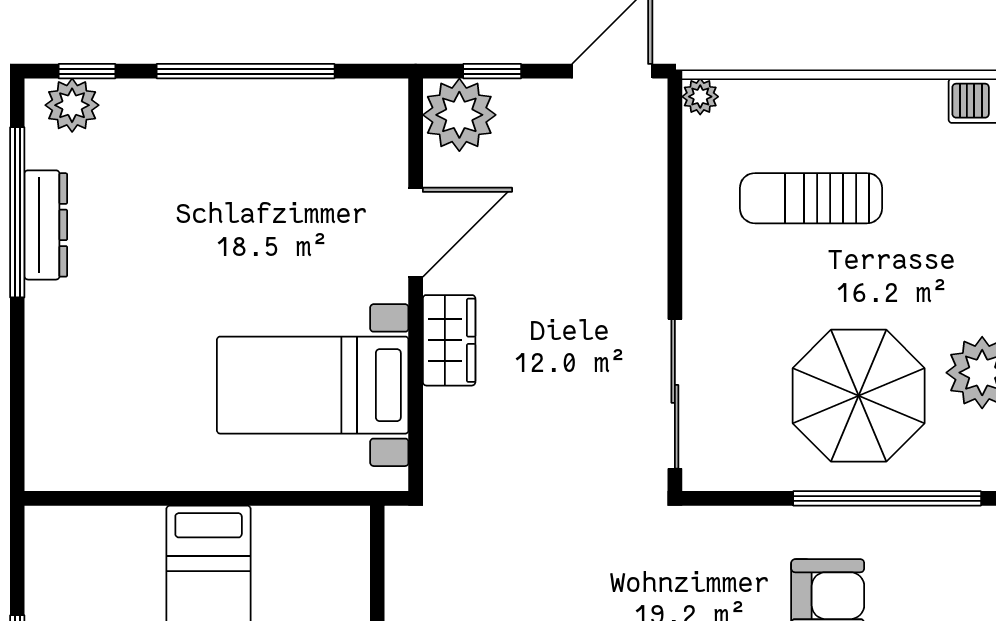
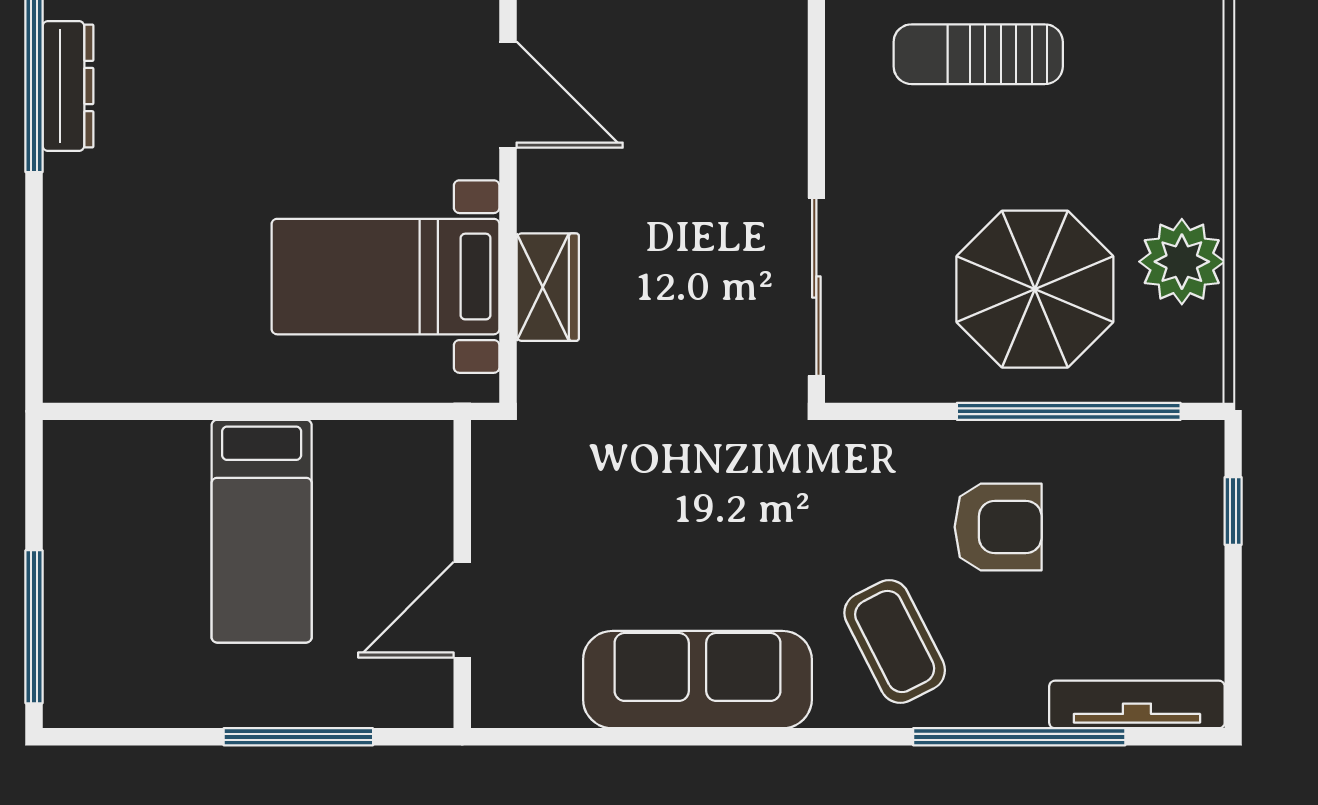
door: (416, 232) -> (508, 95), hinge flipped
wardrobe: (449, 340) -> (548, 287), moved

